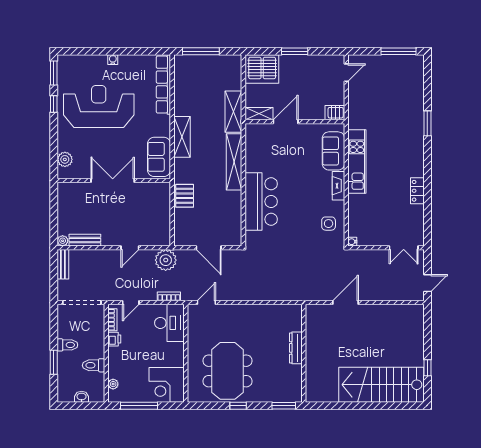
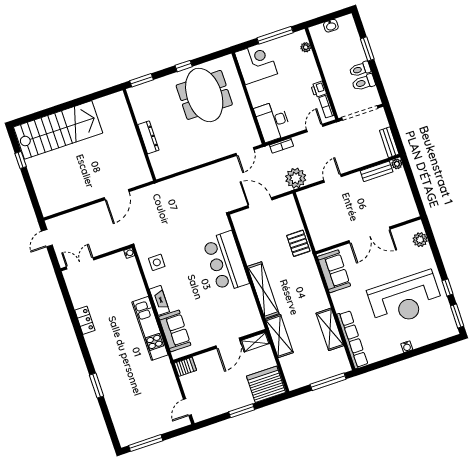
shelving: (182, 137) -> (330, 329), moved
toilet: (94, 365) -> (364, 83), moved, turned 180

